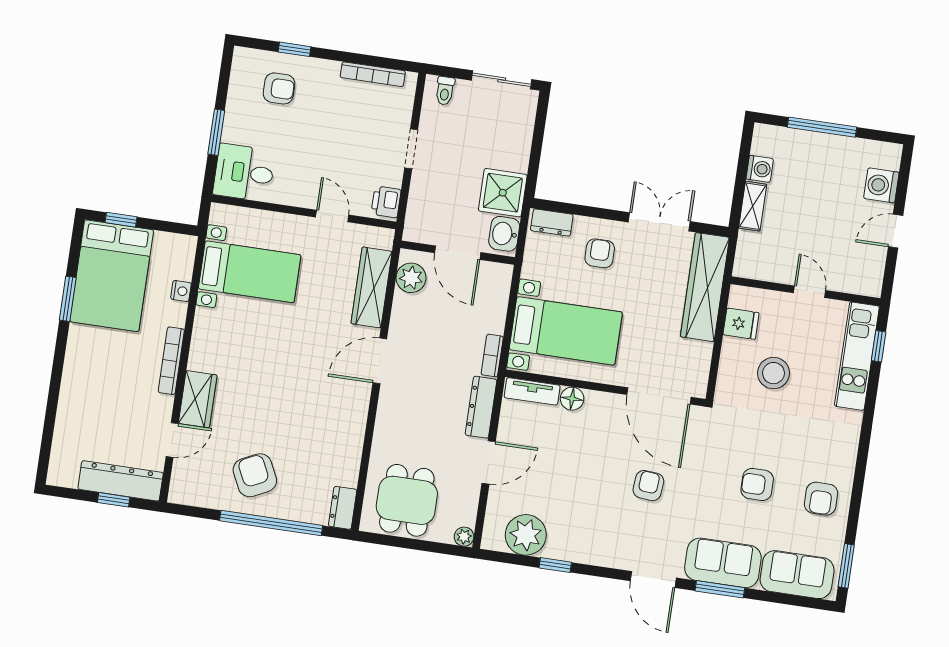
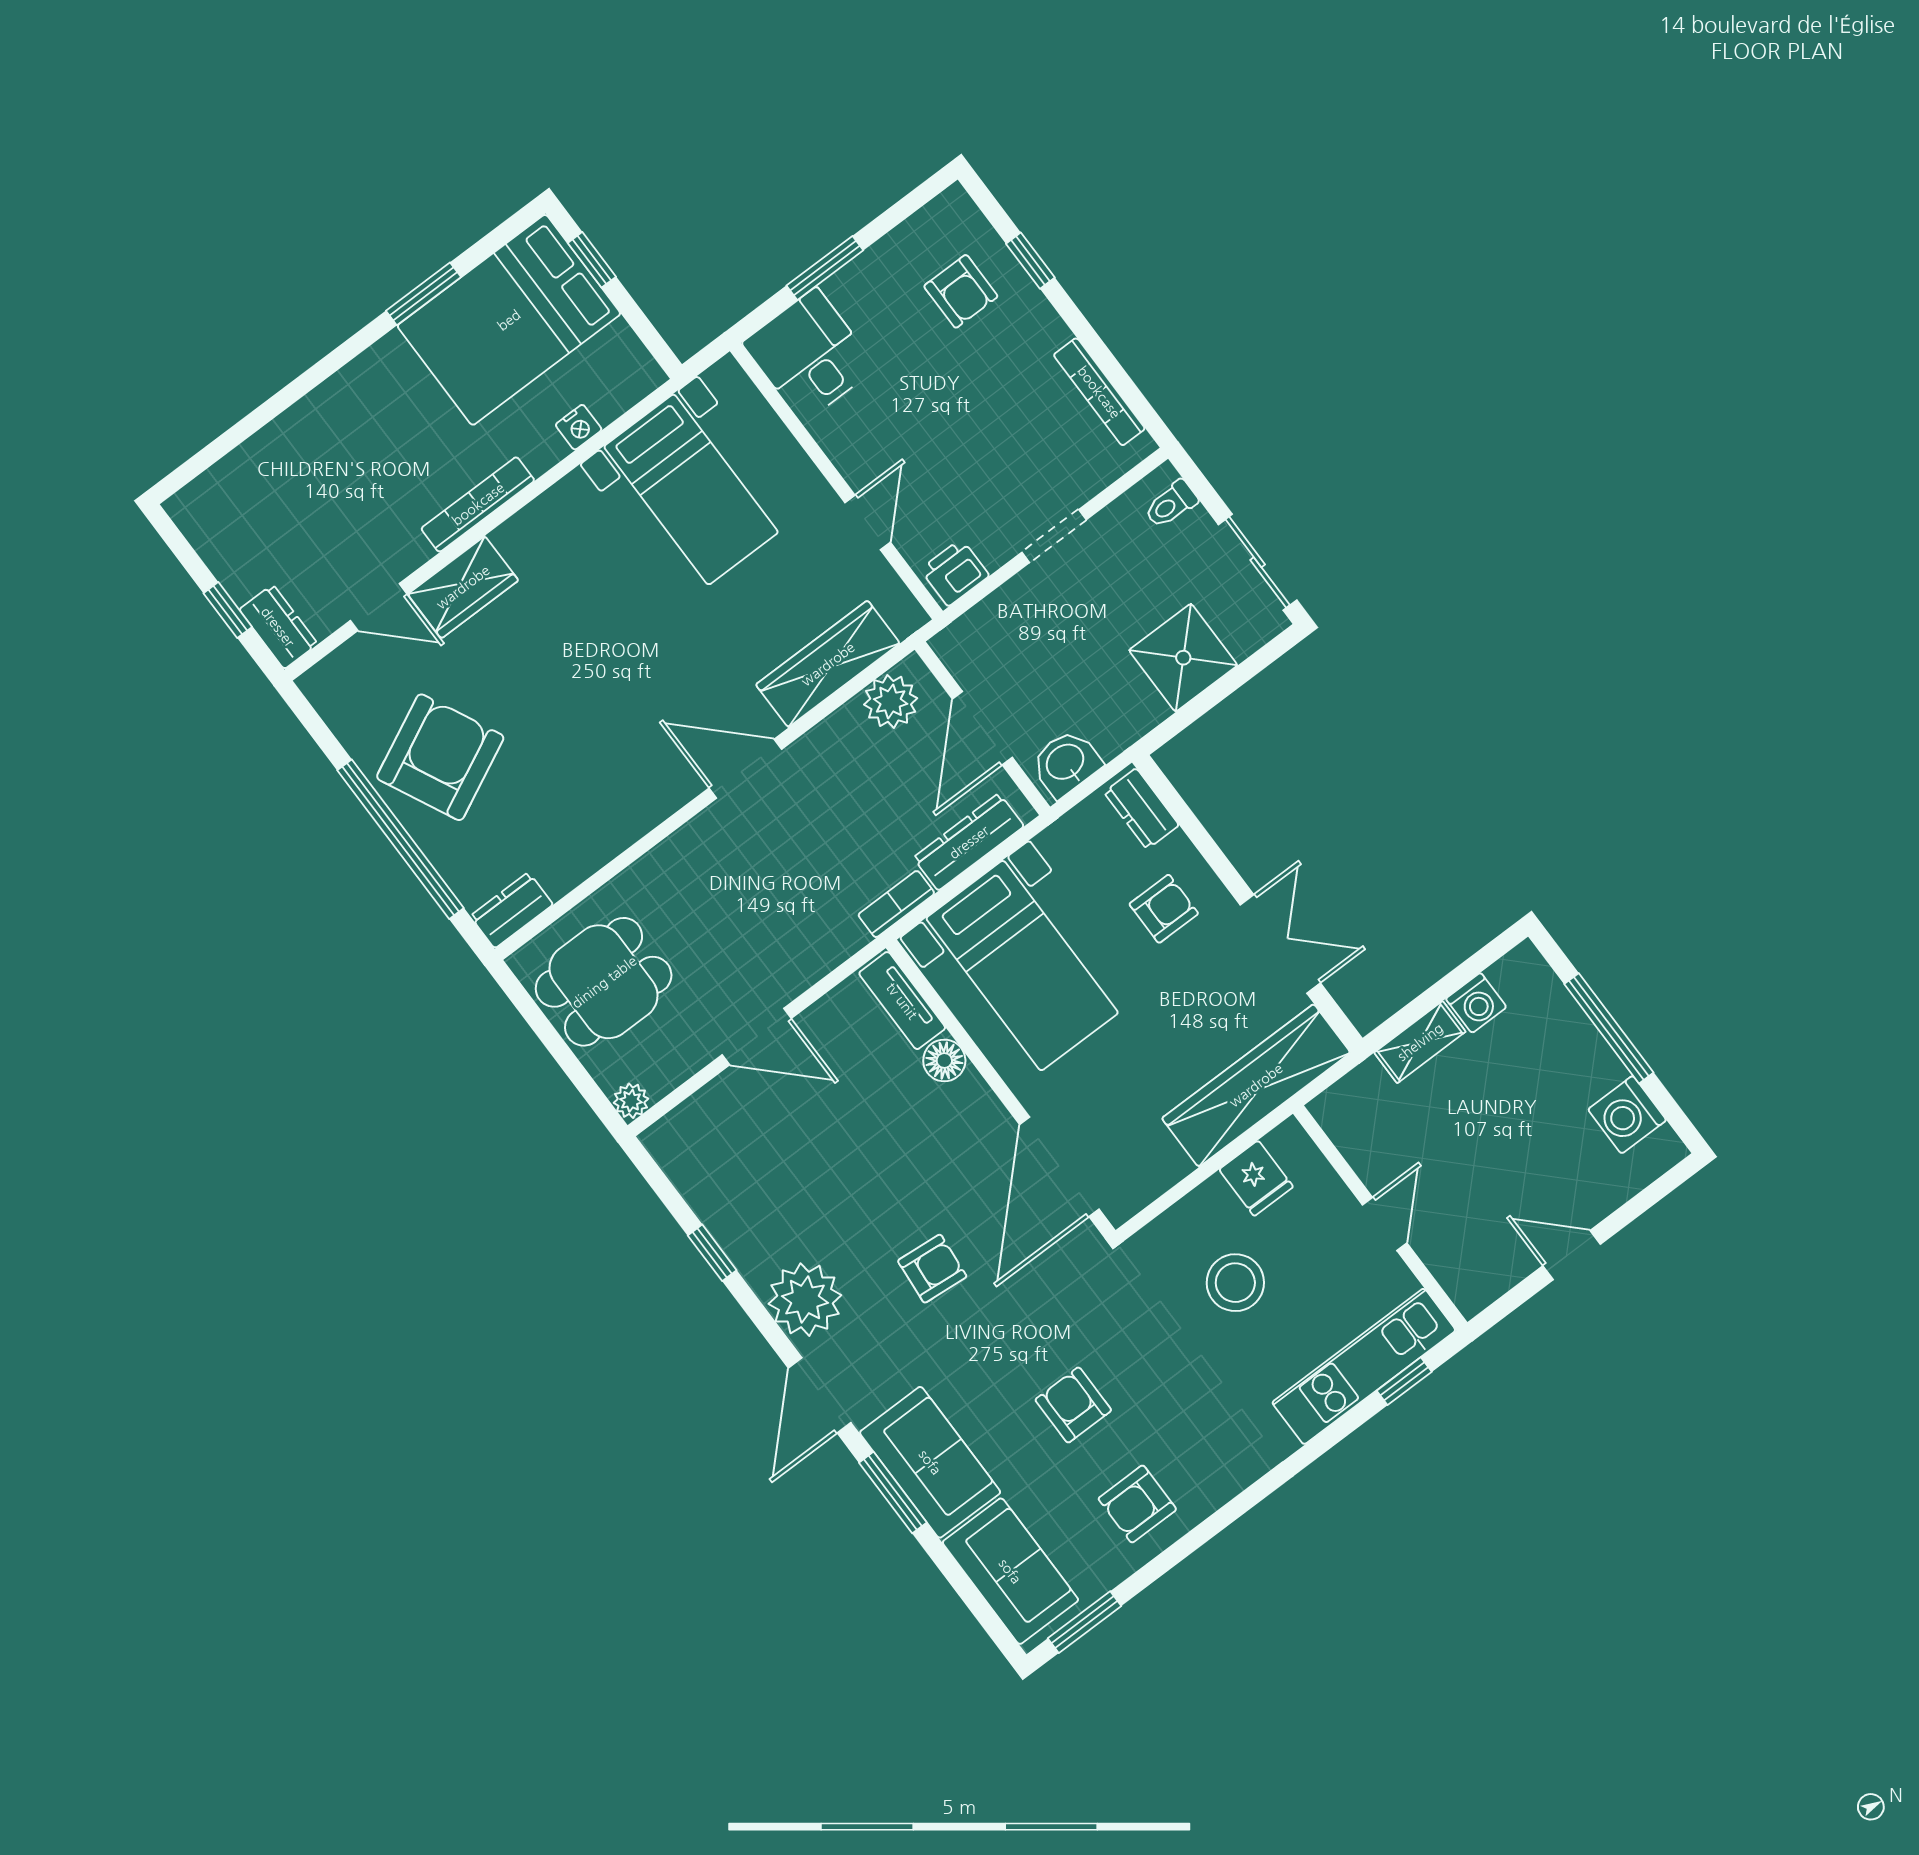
washing machine: (881, 185) -> (1627, 1115), moved, turned -90
shower: (503, 193) -> (1183, 658), moved
dresser: (481, 407) -> (969, 842), moved
armchair: (255, 475) -> (440, 757), width x1.36, depth x1.36
dresser: (121, 481) -> (278, 627), width x0.51, depth x0.80
plant: (526, 535) -> (805, 1300), moved

